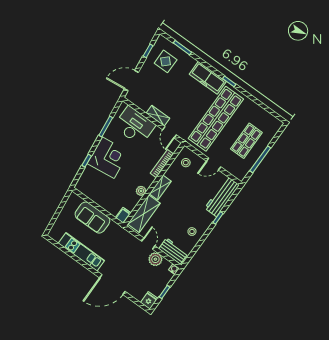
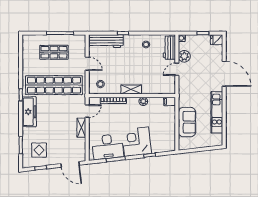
desk: (135, 126) -> (108, 147), moved, turned -97
shelving: (144, 214) -> (158, 88), removed

